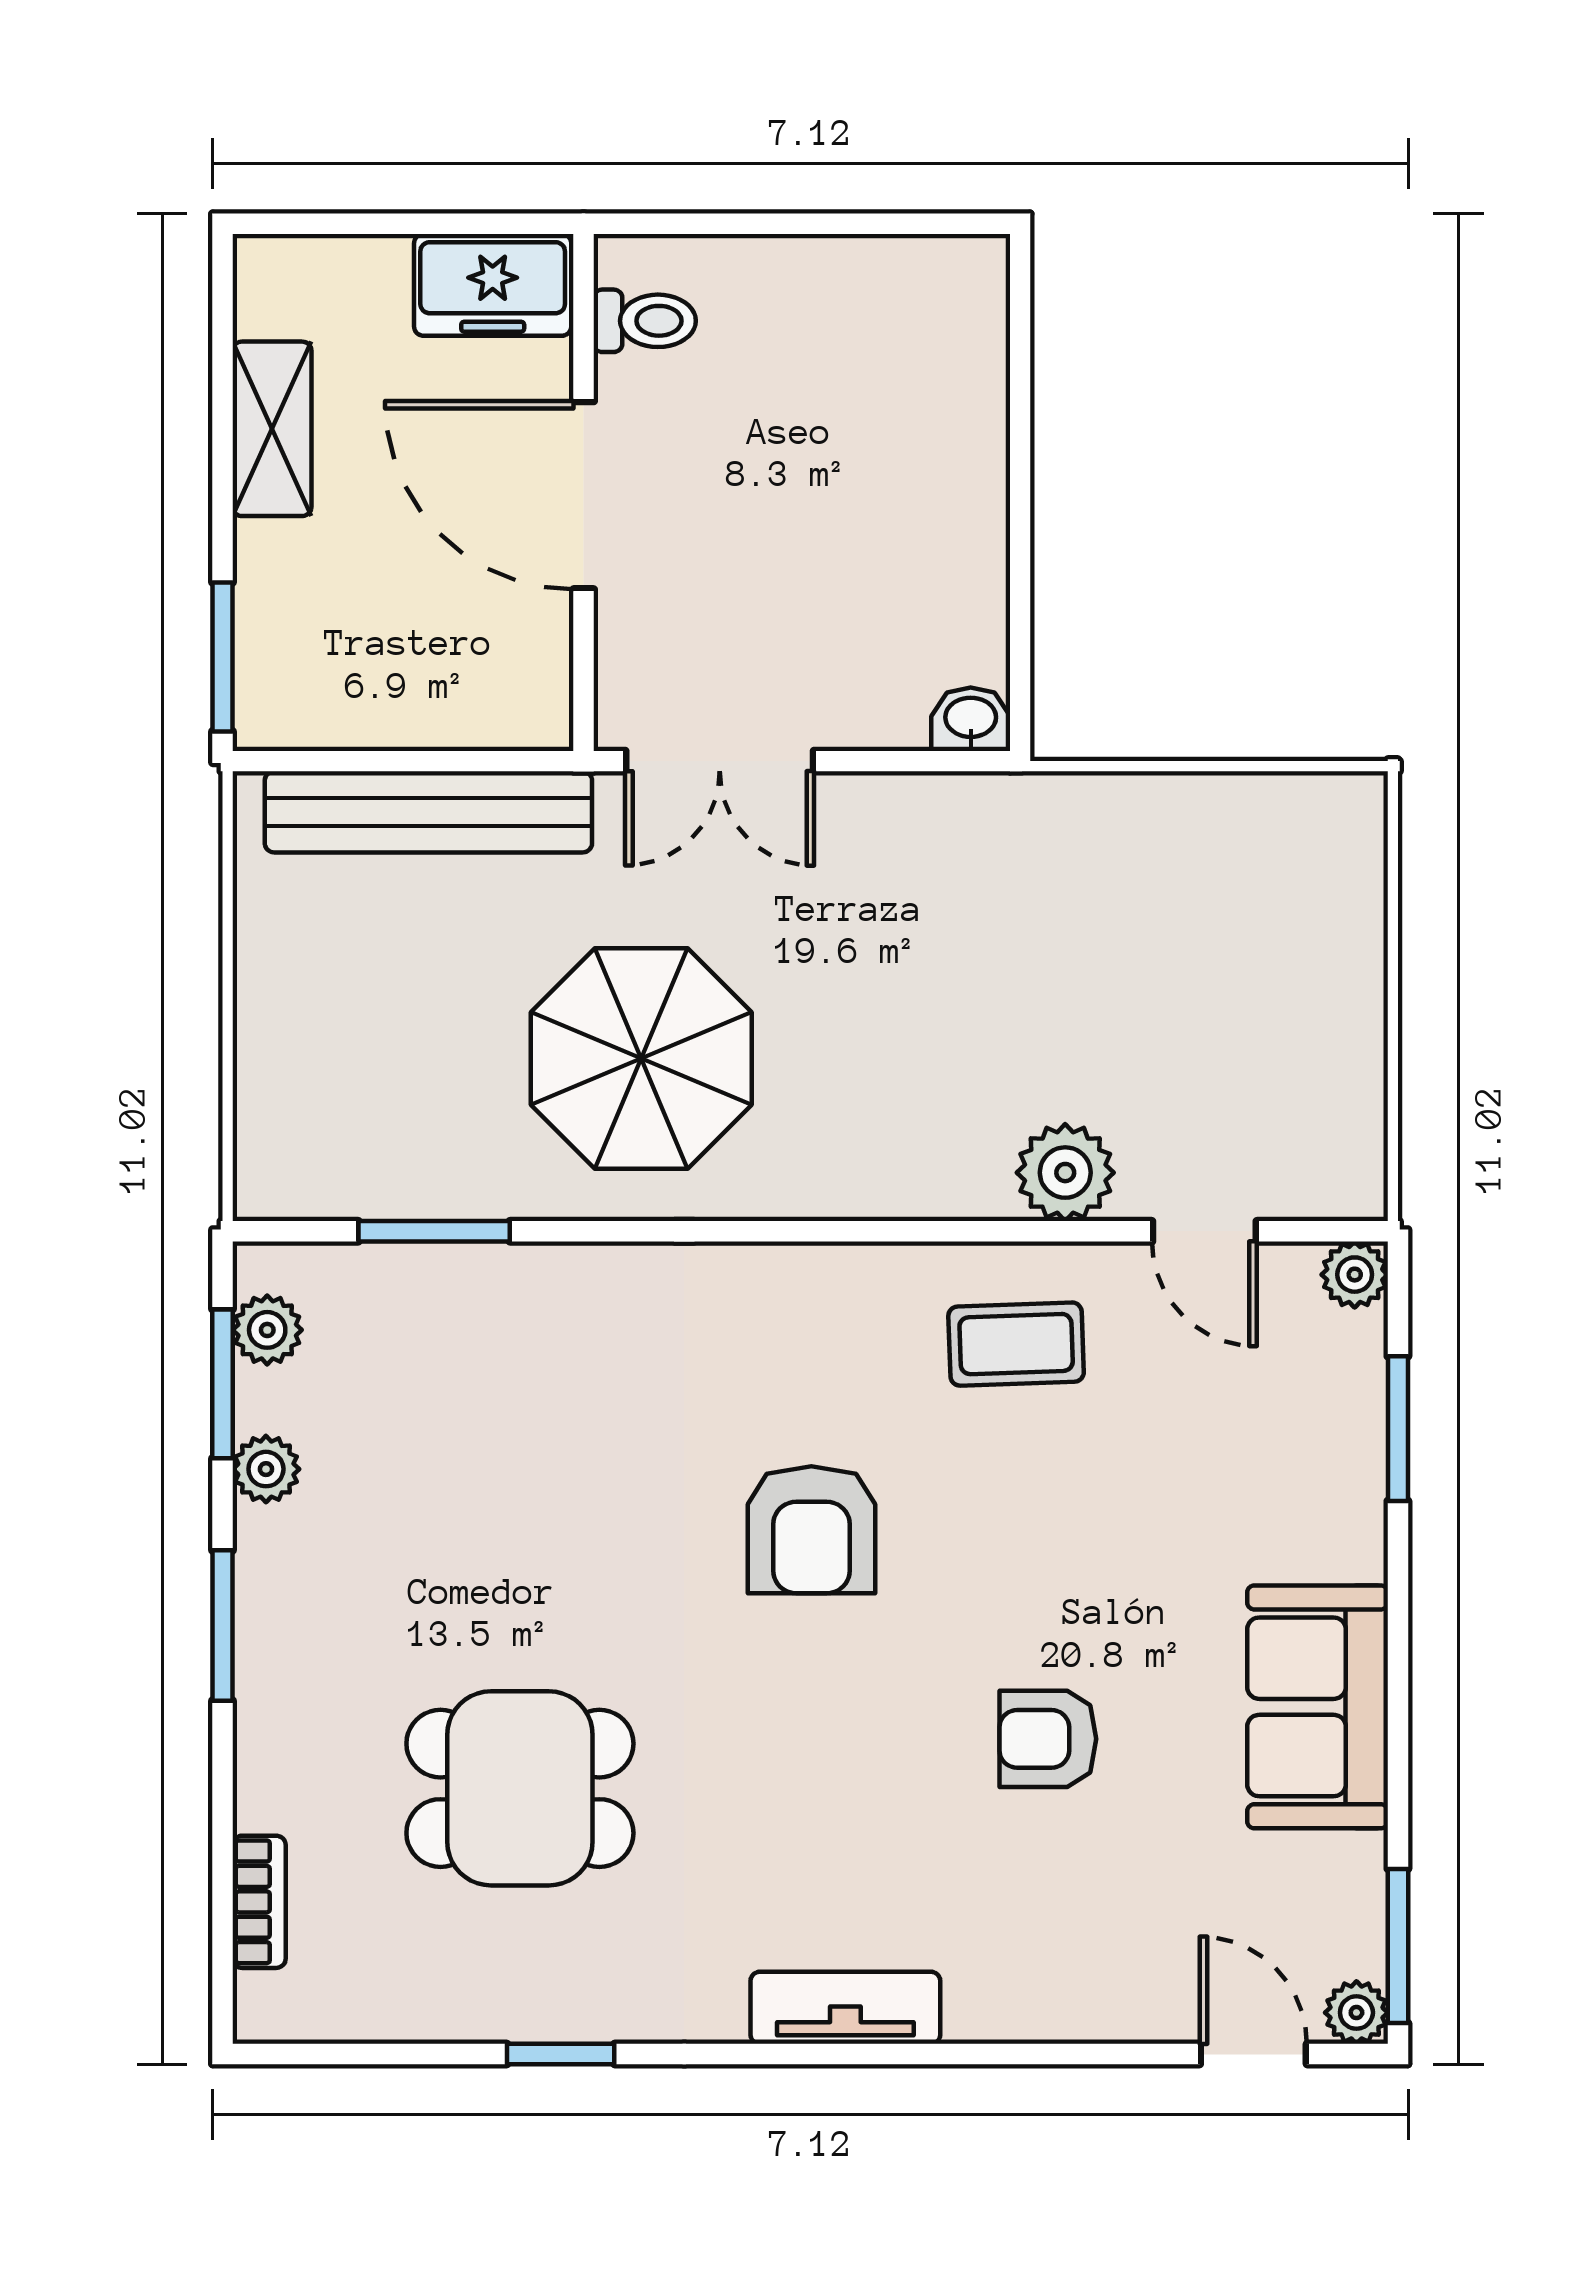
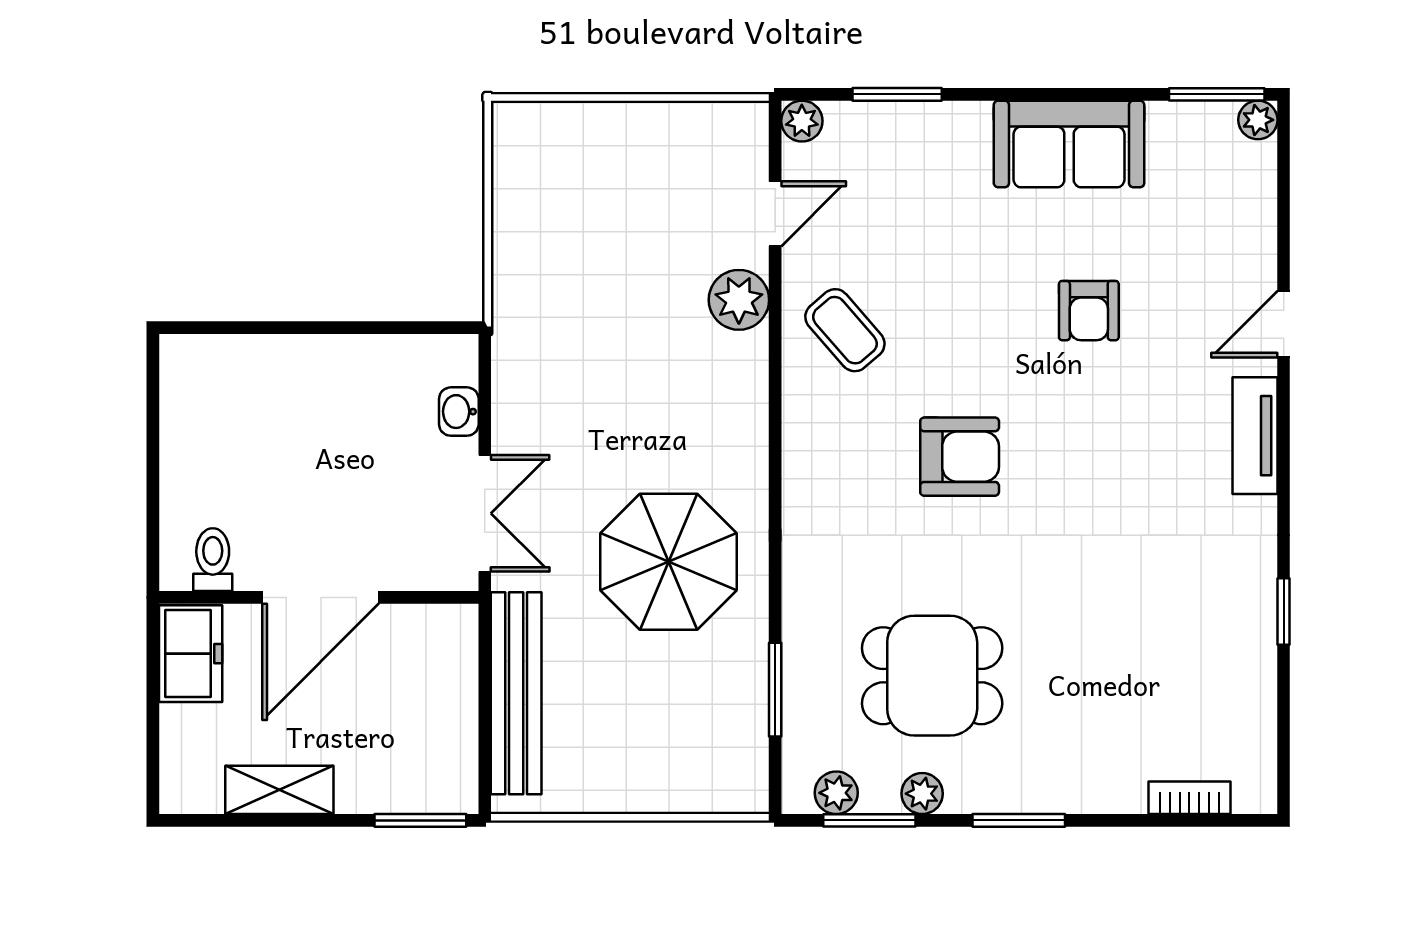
washbasin: (971, 719) -> (459, 412), moved
coffee table: (1016, 1344) -> (845, 330), turned -39
dining table: (520, 1788) -> (932, 676), moved, turned 90
door: (1253, 2054) -> (1284, 324), moved

